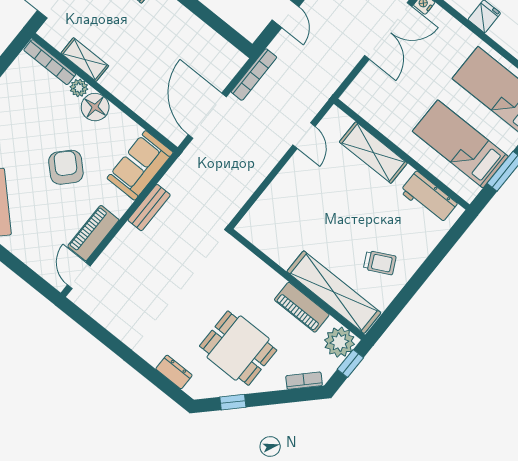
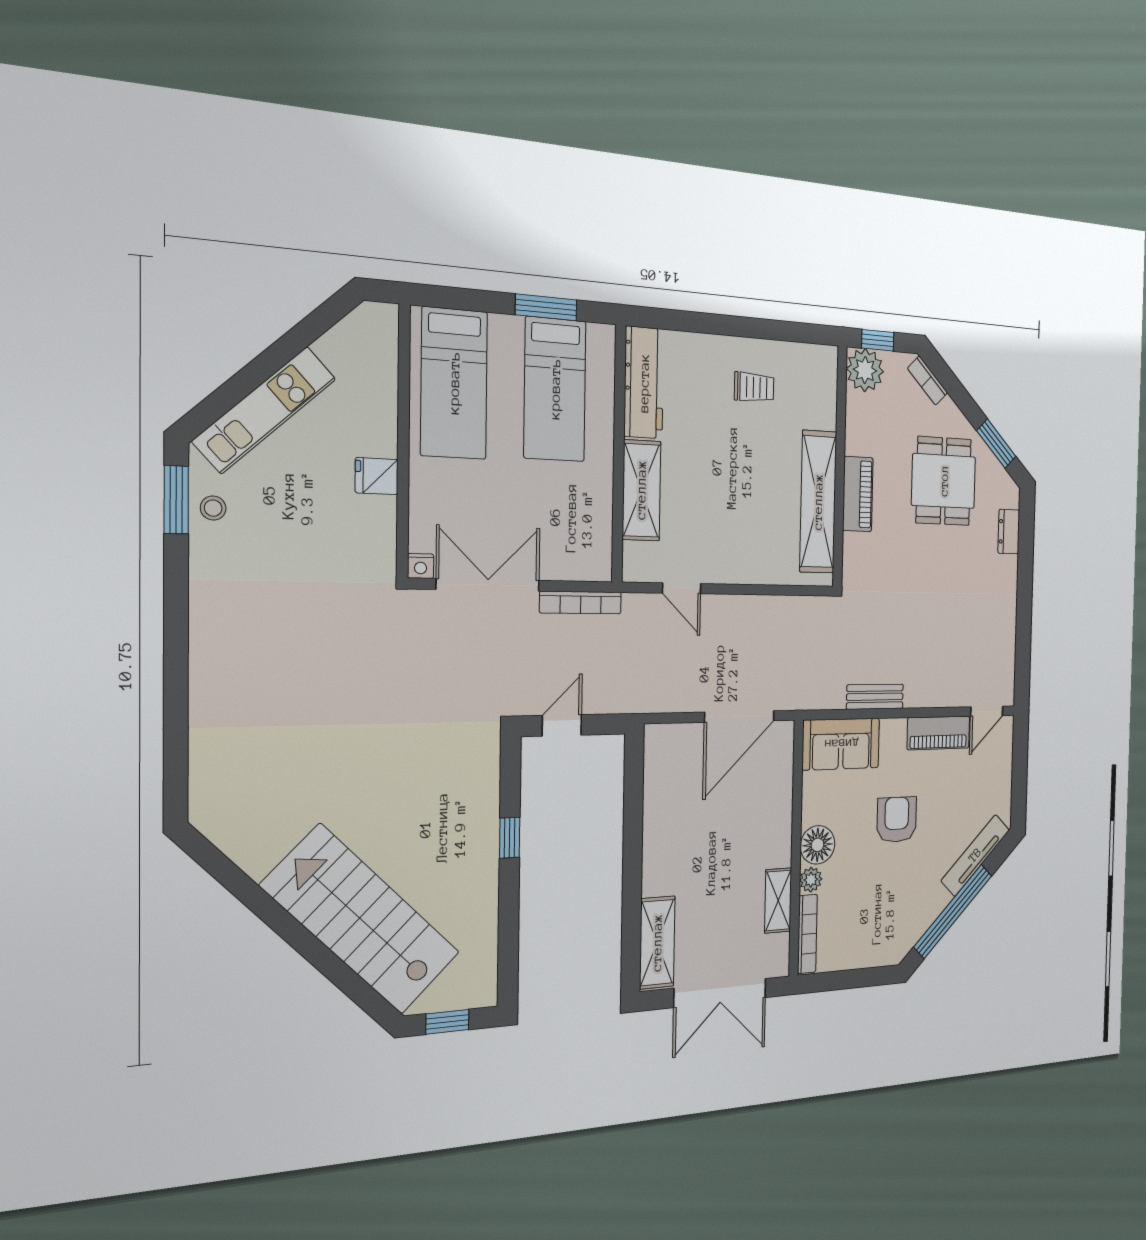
bookcase: (254, 75) -> (581, 603), moved, turned 180
door: (304, 136) -> (682, 588), swing flipped
armchair: (66, 167) -> (897, 820), turned 136
workbench: (429, 198) -> (644, 383), width x1.38
trolley: (380, 263) -> (754, 387), turned 117
shelving: (334, 292) -> (818, 502), moved
piano: (302, 307) -> (858, 494), moved
window: (233, 402) -> (996, 444), width x1.50

